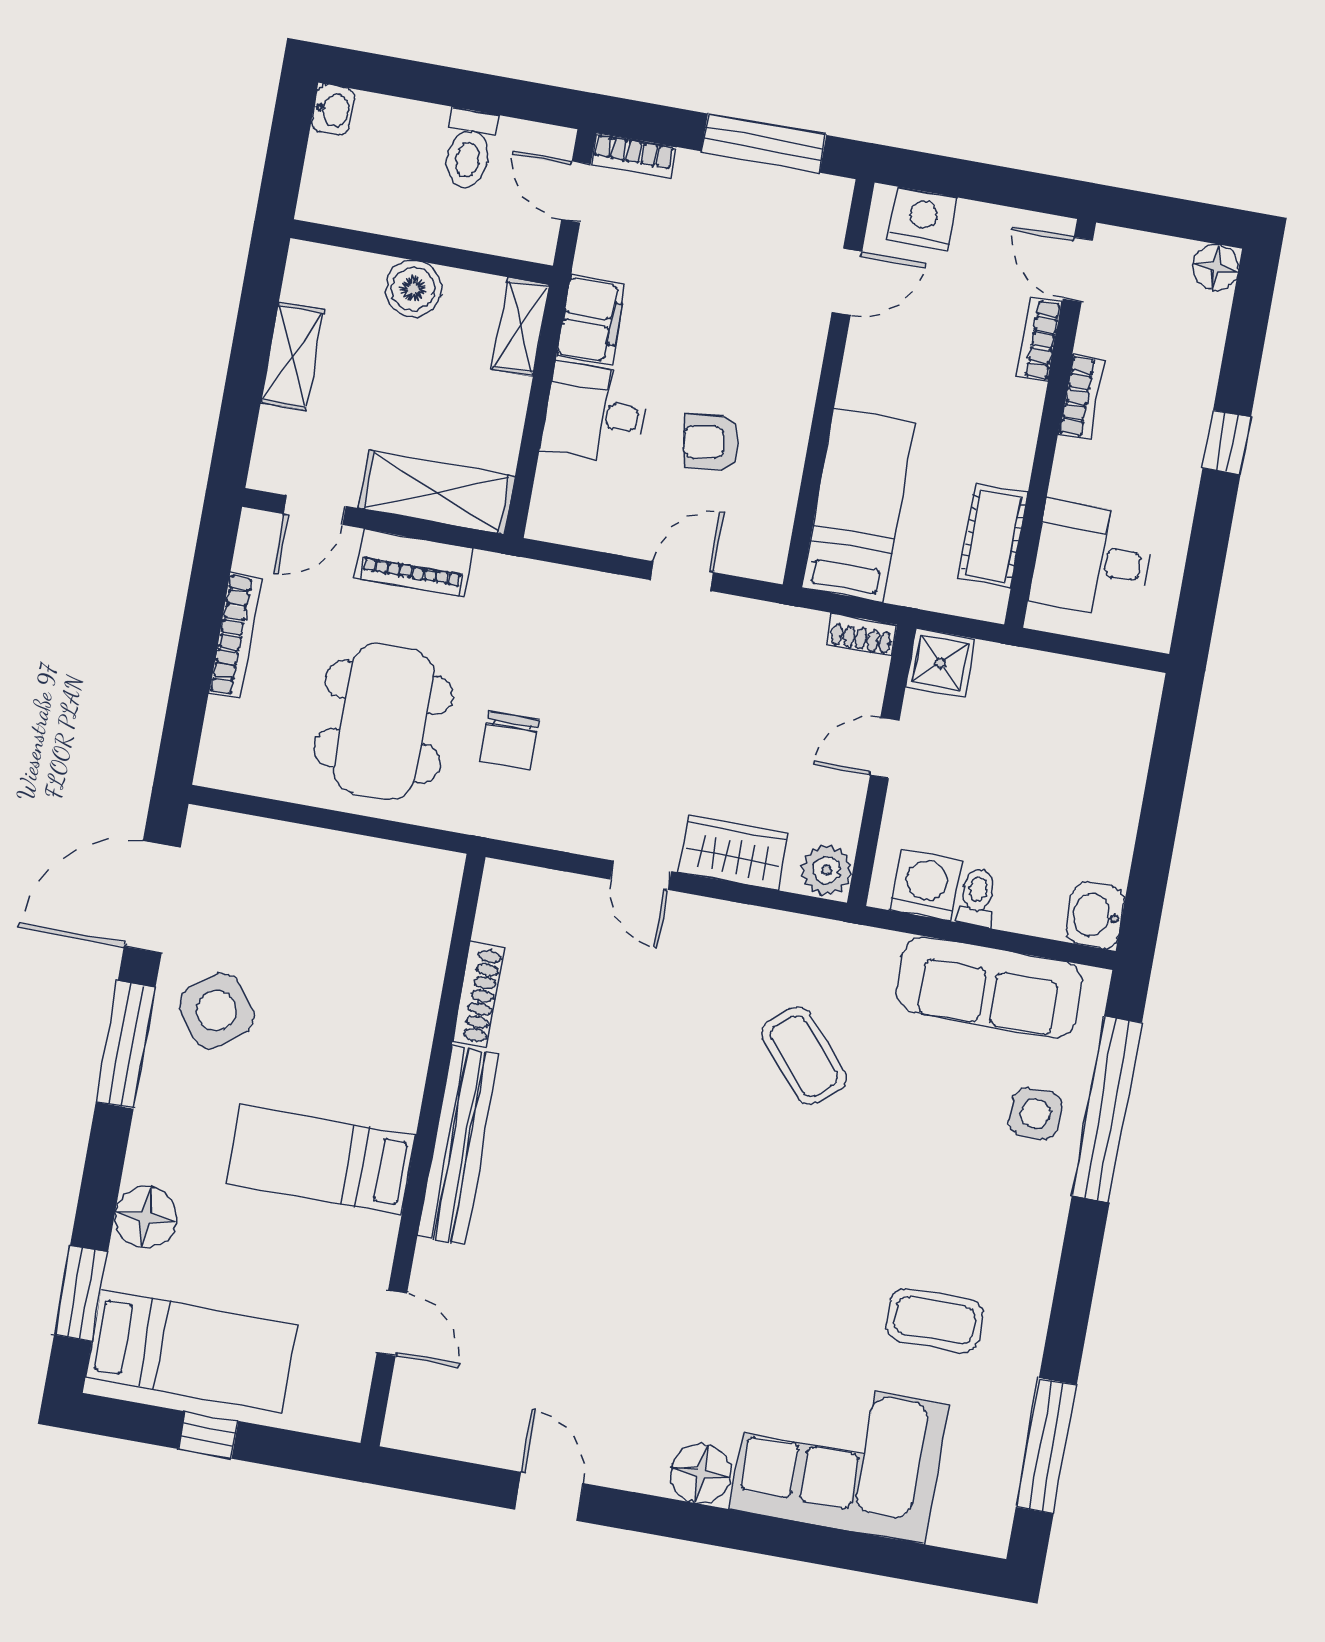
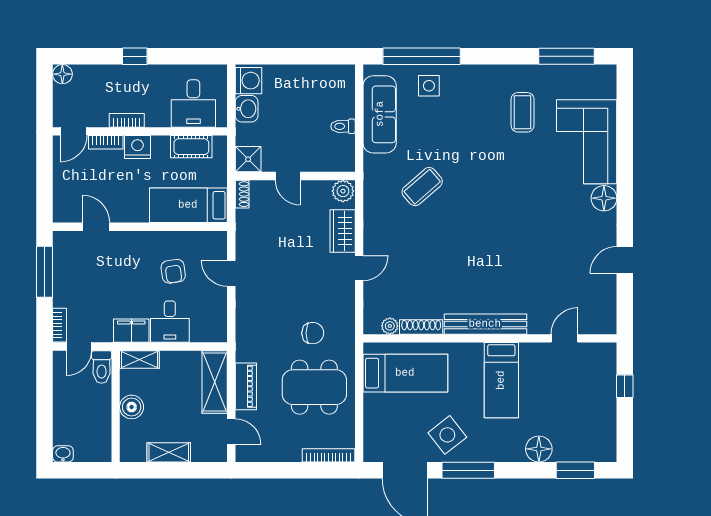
toilet: (469, 149) -> (102, 367), moved, turned 90
nightstand: (923, 219) -> (137, 147), moved, turned 90
bookcase: (235, 635) -> (329, 455), moved
washing machine: (926, 885) -> (249, 81), moved, turned 180
washbasin: (1095, 915) -> (247, 109), moved, turned -90
plant: (494, 923) -> (390, 326), added
bed: (191, 1351) -> (405, 373), moved, turned 90
window: (208, 1435) -> (625, 386), moved

